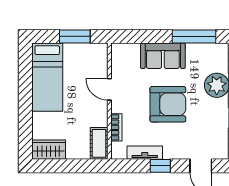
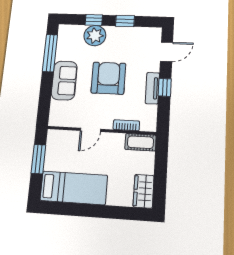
tv unit: (145, 153) -> (152, 88), moved

